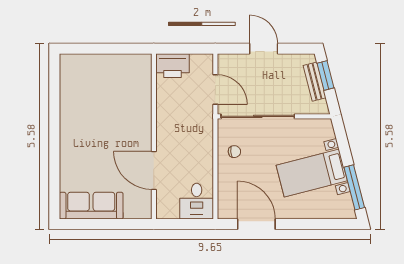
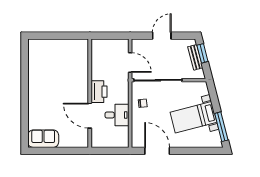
door: (264, 49) -> (162, 36), hinge flipped
printer: (173, 66) -> (99, 92), moved, turned -90
desk: (197, 201) -> (117, 115), moved, turned -90
sofa: (91, 206) -> (43, 139), width x0.73

